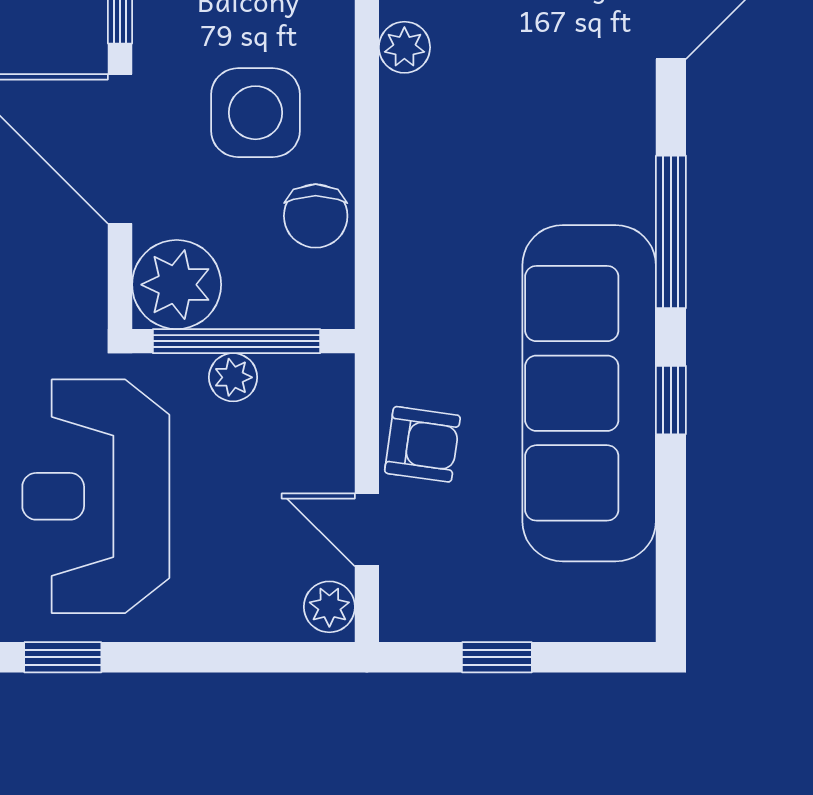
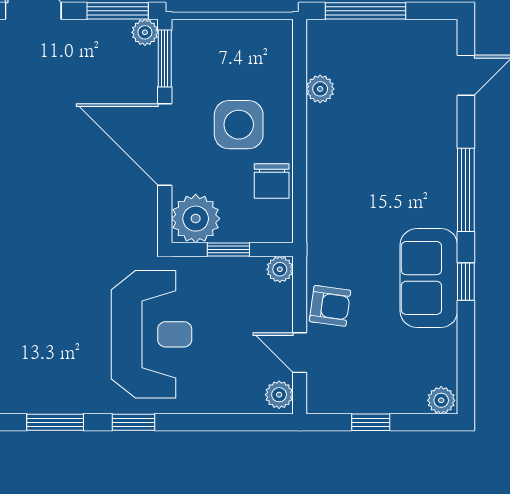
window: (237, 341) -> (228, 249), width x0.46
plant: (233, 377) -> (280, 269), moved
sofa: (589, 393) -> (429, 278), width x0.54, depth x0.79
reception desk: (96, 496) -> (151, 334), turned 180
plant: (626, 617) -> (441, 400), added

